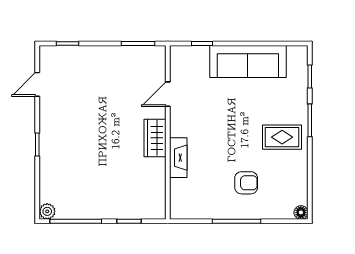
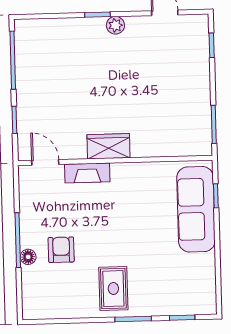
sofa: (248, 61) -> (196, 209), moved
door: (168, 94) -> (45, 162), moved
armchair: (246, 183) -> (61, 250), turned 180
plant: (47, 211) -> (115, 25), moved
floor lamp: (301, 212) -> (28, 257), moved

